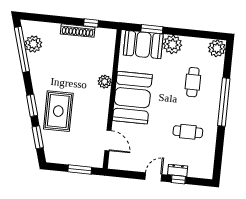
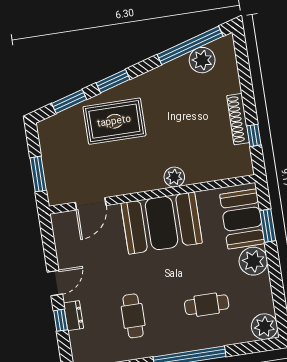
door: (153, 177) -> (55, 283), hinge flipped

